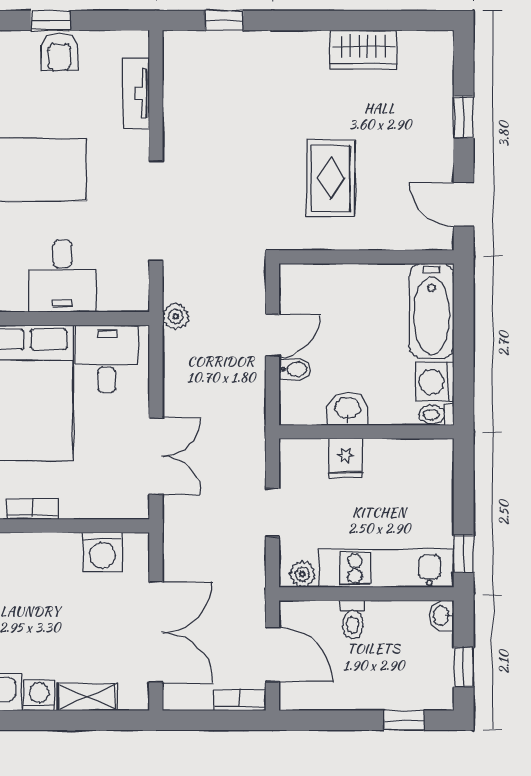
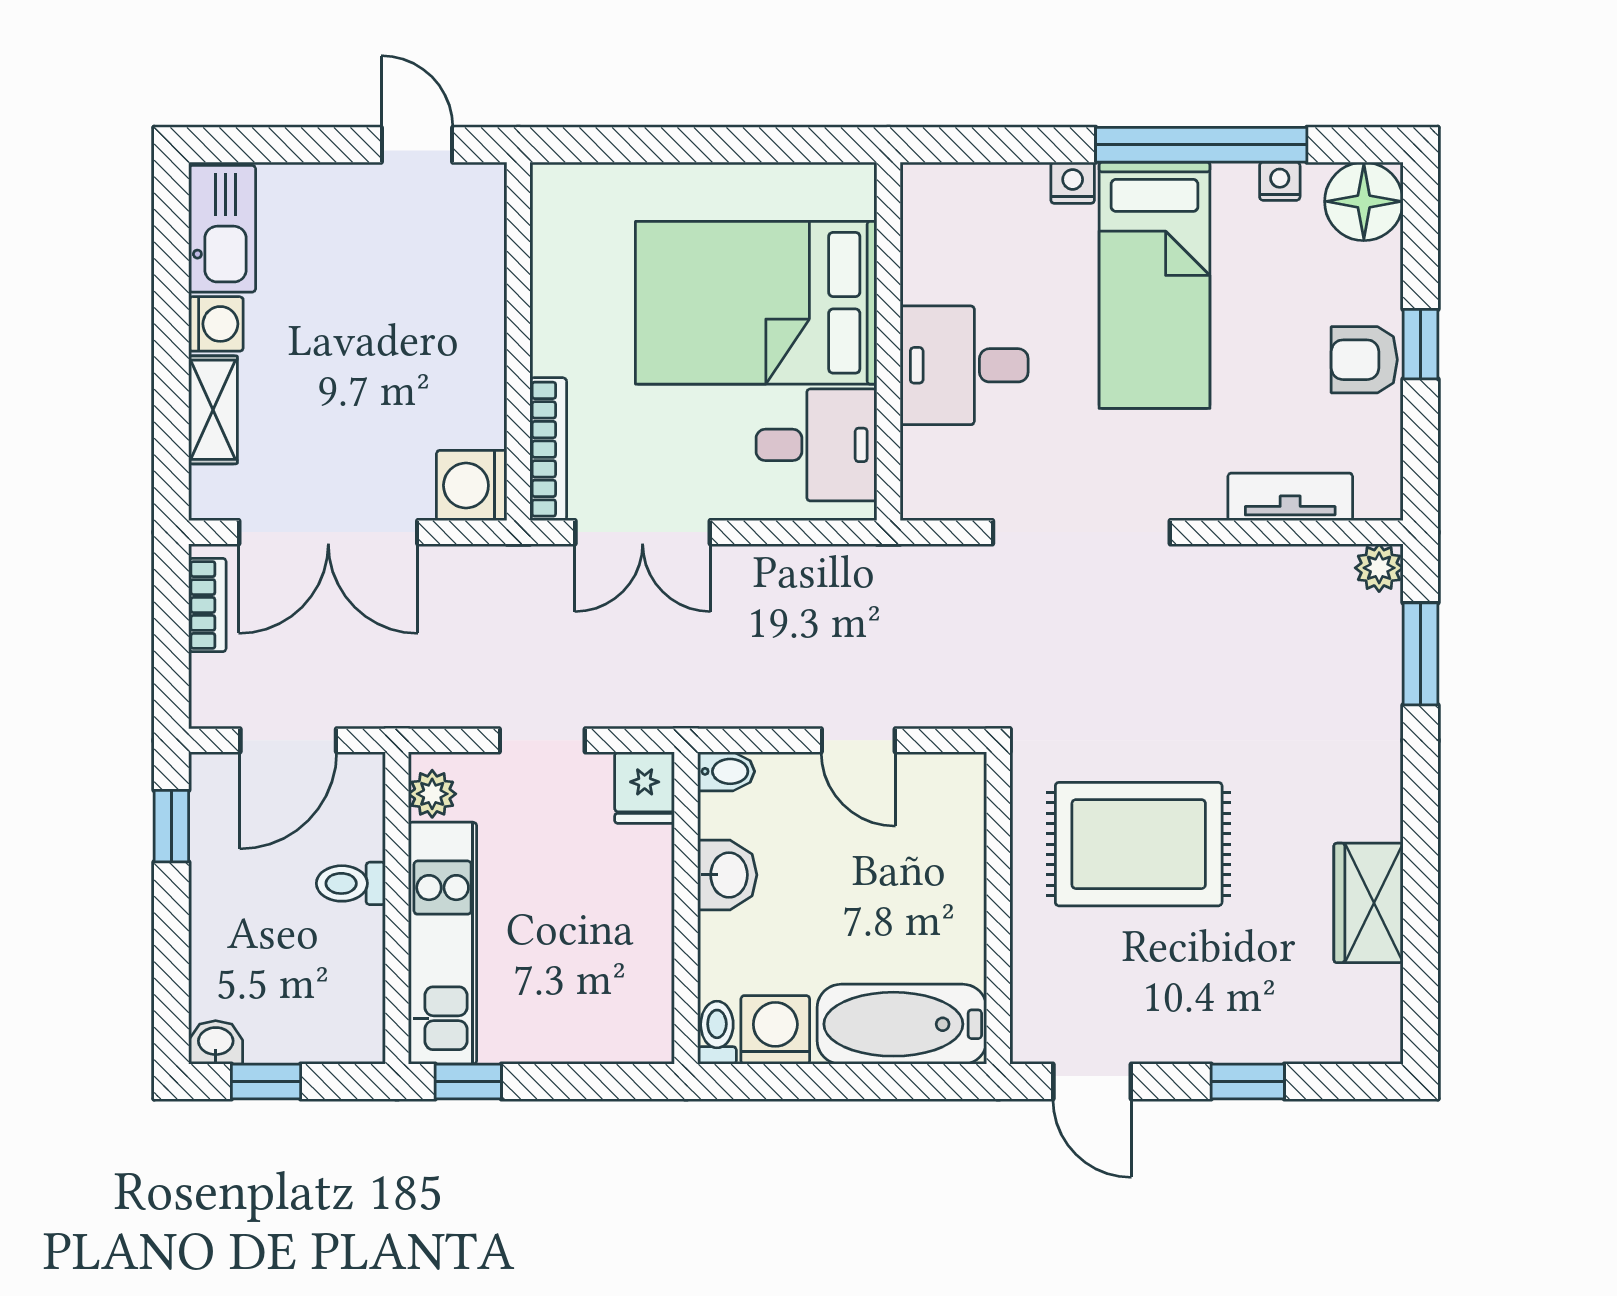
window: (224, 20) -> (1420, 654), width x1.50
rug: (331, 178) -> (1139, 844), width x1.36, depth x1.43
door: (464, 204) -> (1092, 1082), swing flipped
plant: (176, 316) -> (1379, 568), moved
bidet: (295, 369) -> (726, 771), moved, turned -90
fridge: (345, 458) -> (645, 788), moved, turned -90
bookcase: (32, 509) -> (548, 449), moved, width x1.56
washing machine: (102, 552) -> (472, 485), moved
washbasin: (442, 616) -> (216, 1042), moved
bookcase: (240, 700) -> (207, 605), moved
window: (404, 720) -> (171, 826), moved

